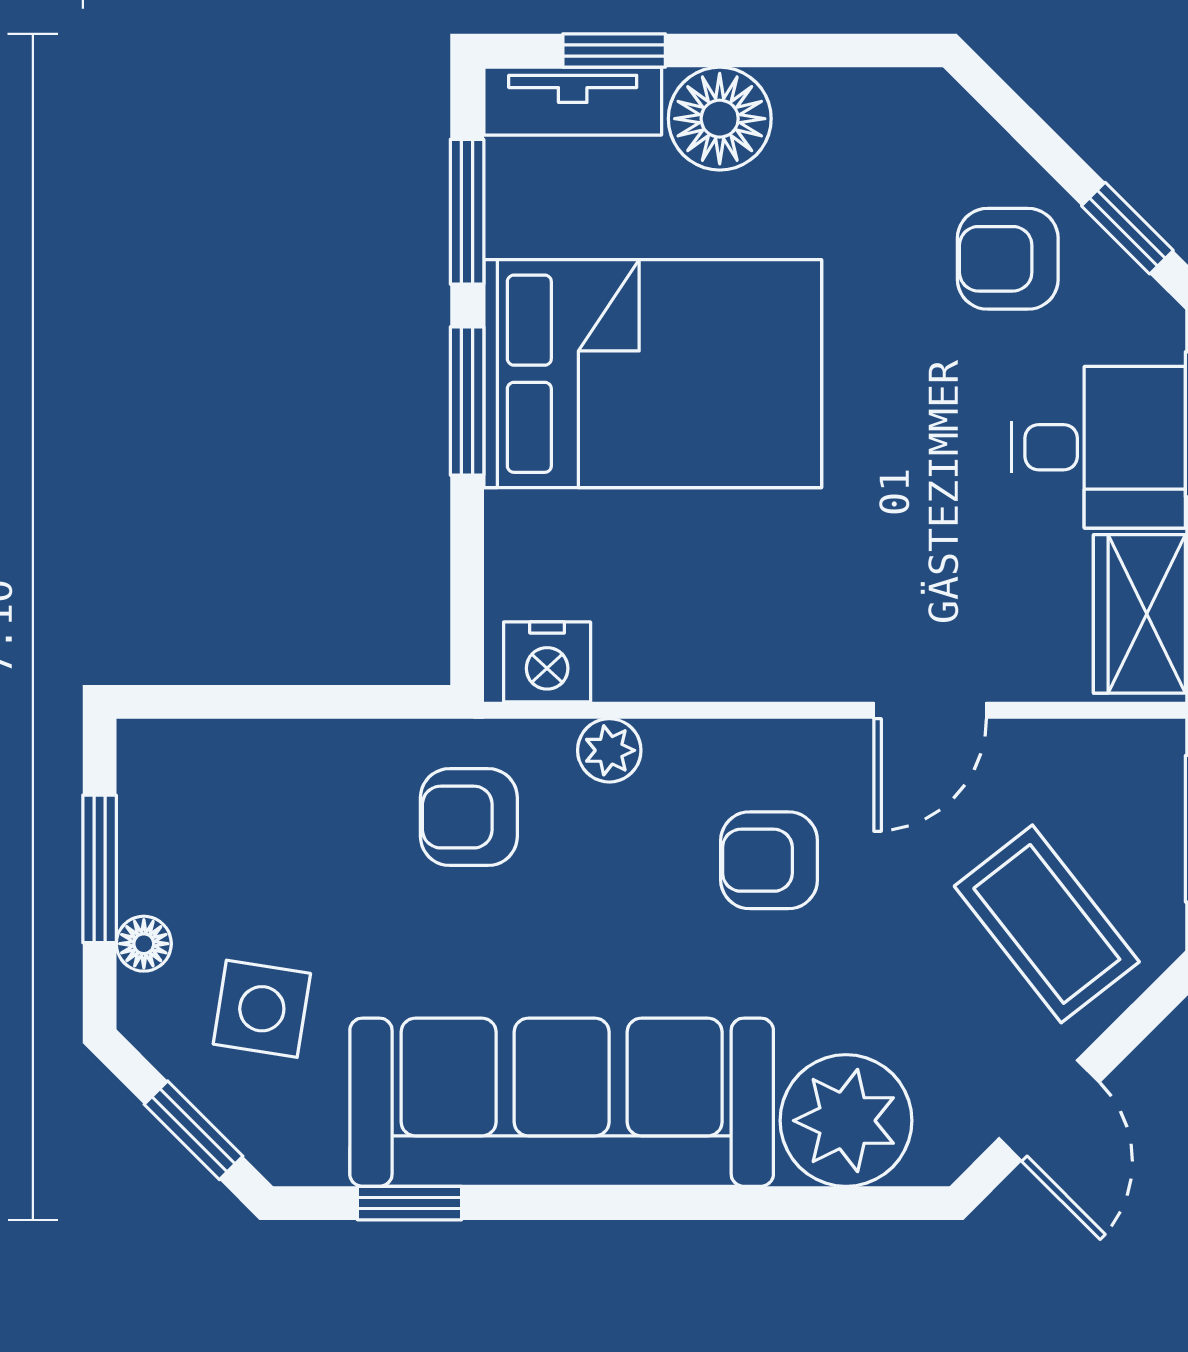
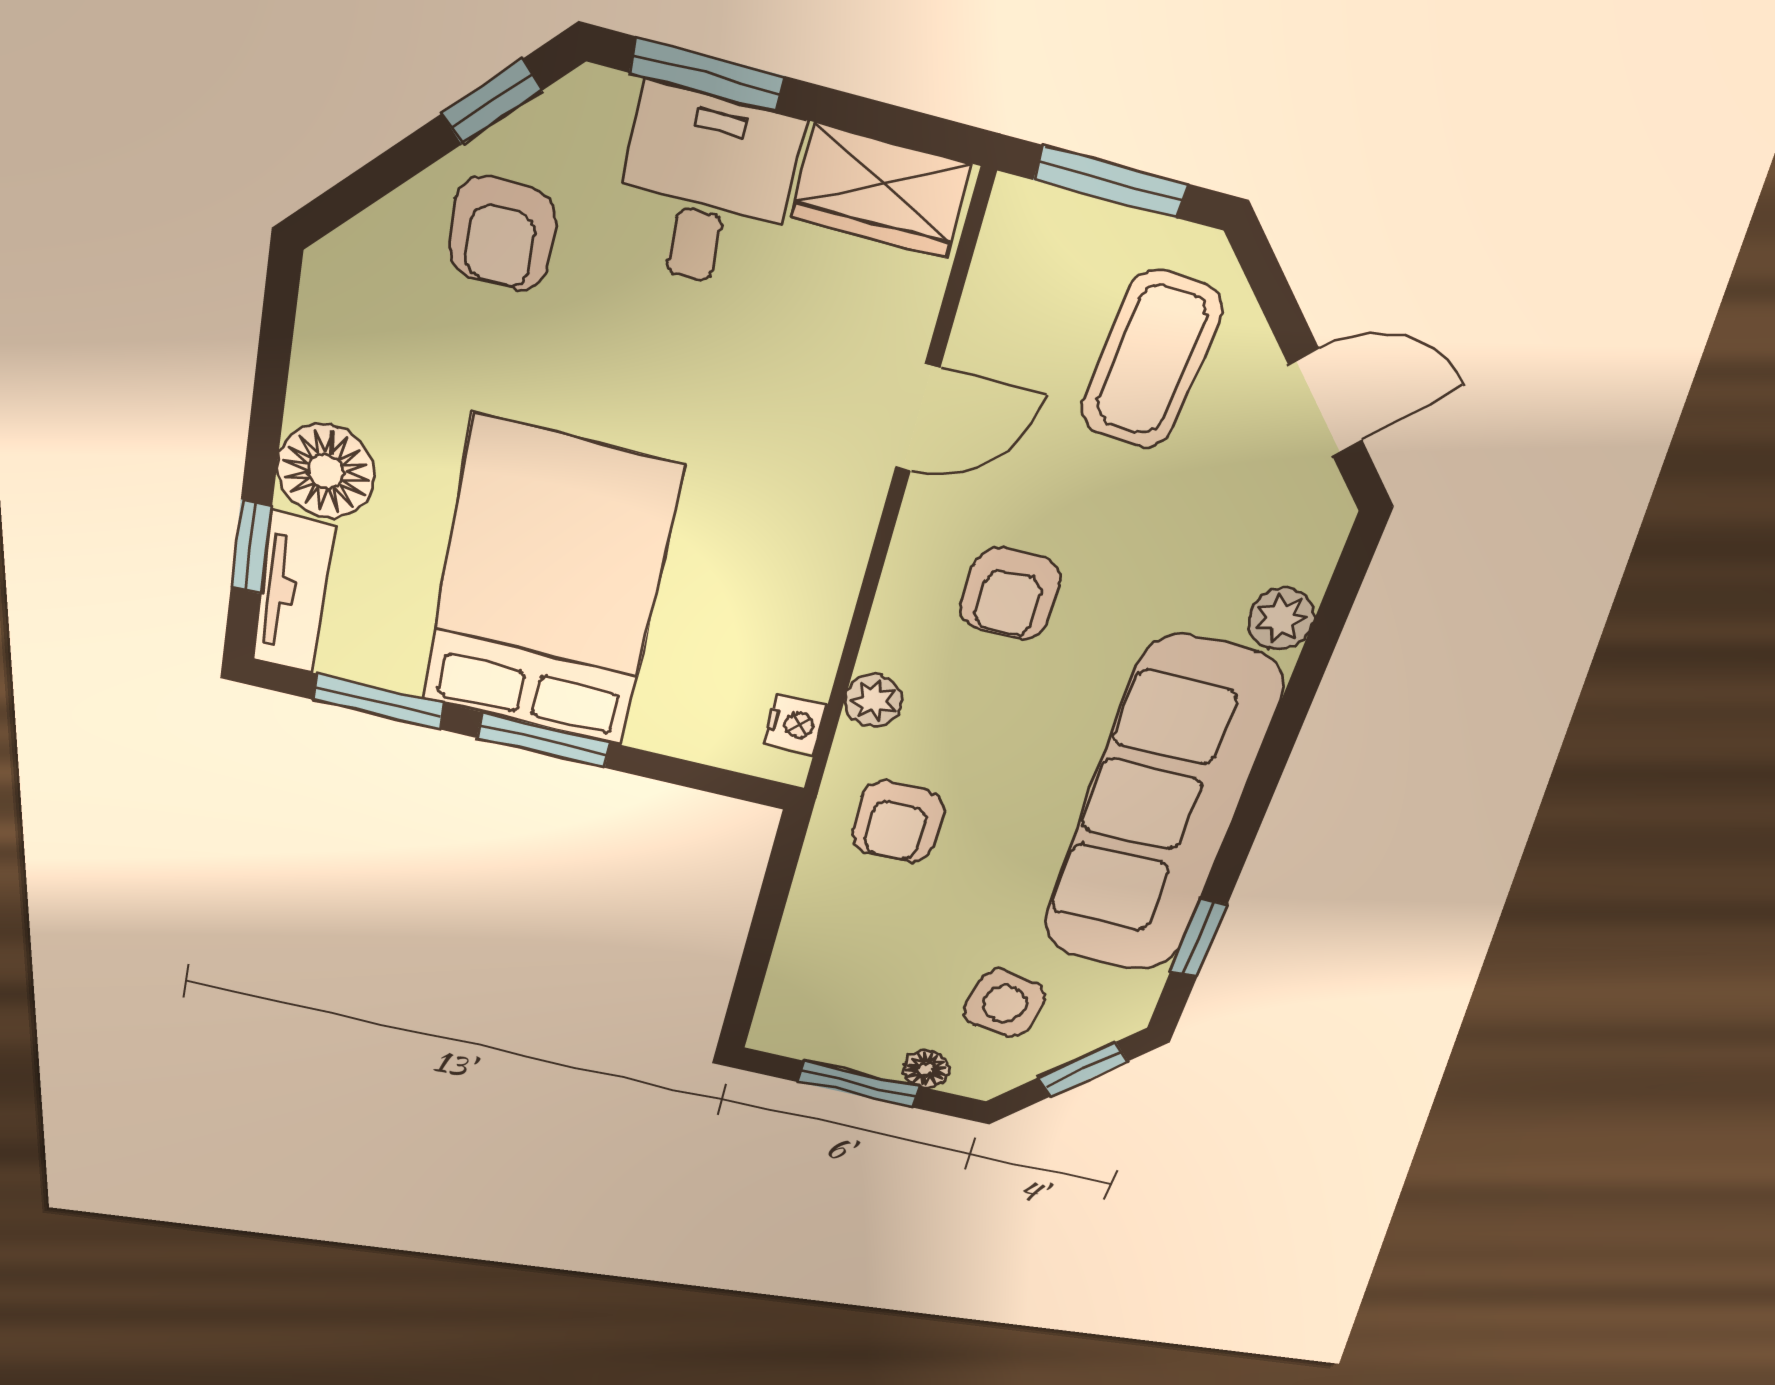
nightstand: (547, 662) -> (795, 724), width x0.72, depth x0.74
door: (930, 710) -> (917, 418), hinge flipped
coffee table: (1047, 924) -> (1151, 360), turned -48
plant: (846, 1121) -> (1281, 618), width x0.53, depth x0.53

